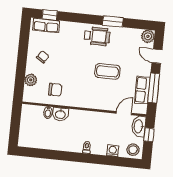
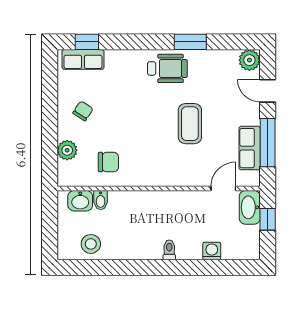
coffee table: (107, 71) -> (190, 124), turned 90
washbasin: (60, 114) -> (80, 201), moved
stool: (133, 150) -> (91, 244), moved

